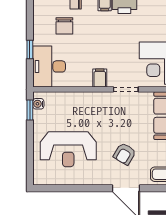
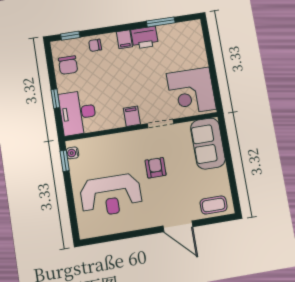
chair: (64, 26) -> (68, 65), moved
armchair: (125, 154) -> (156, 168), moved, turned 149

